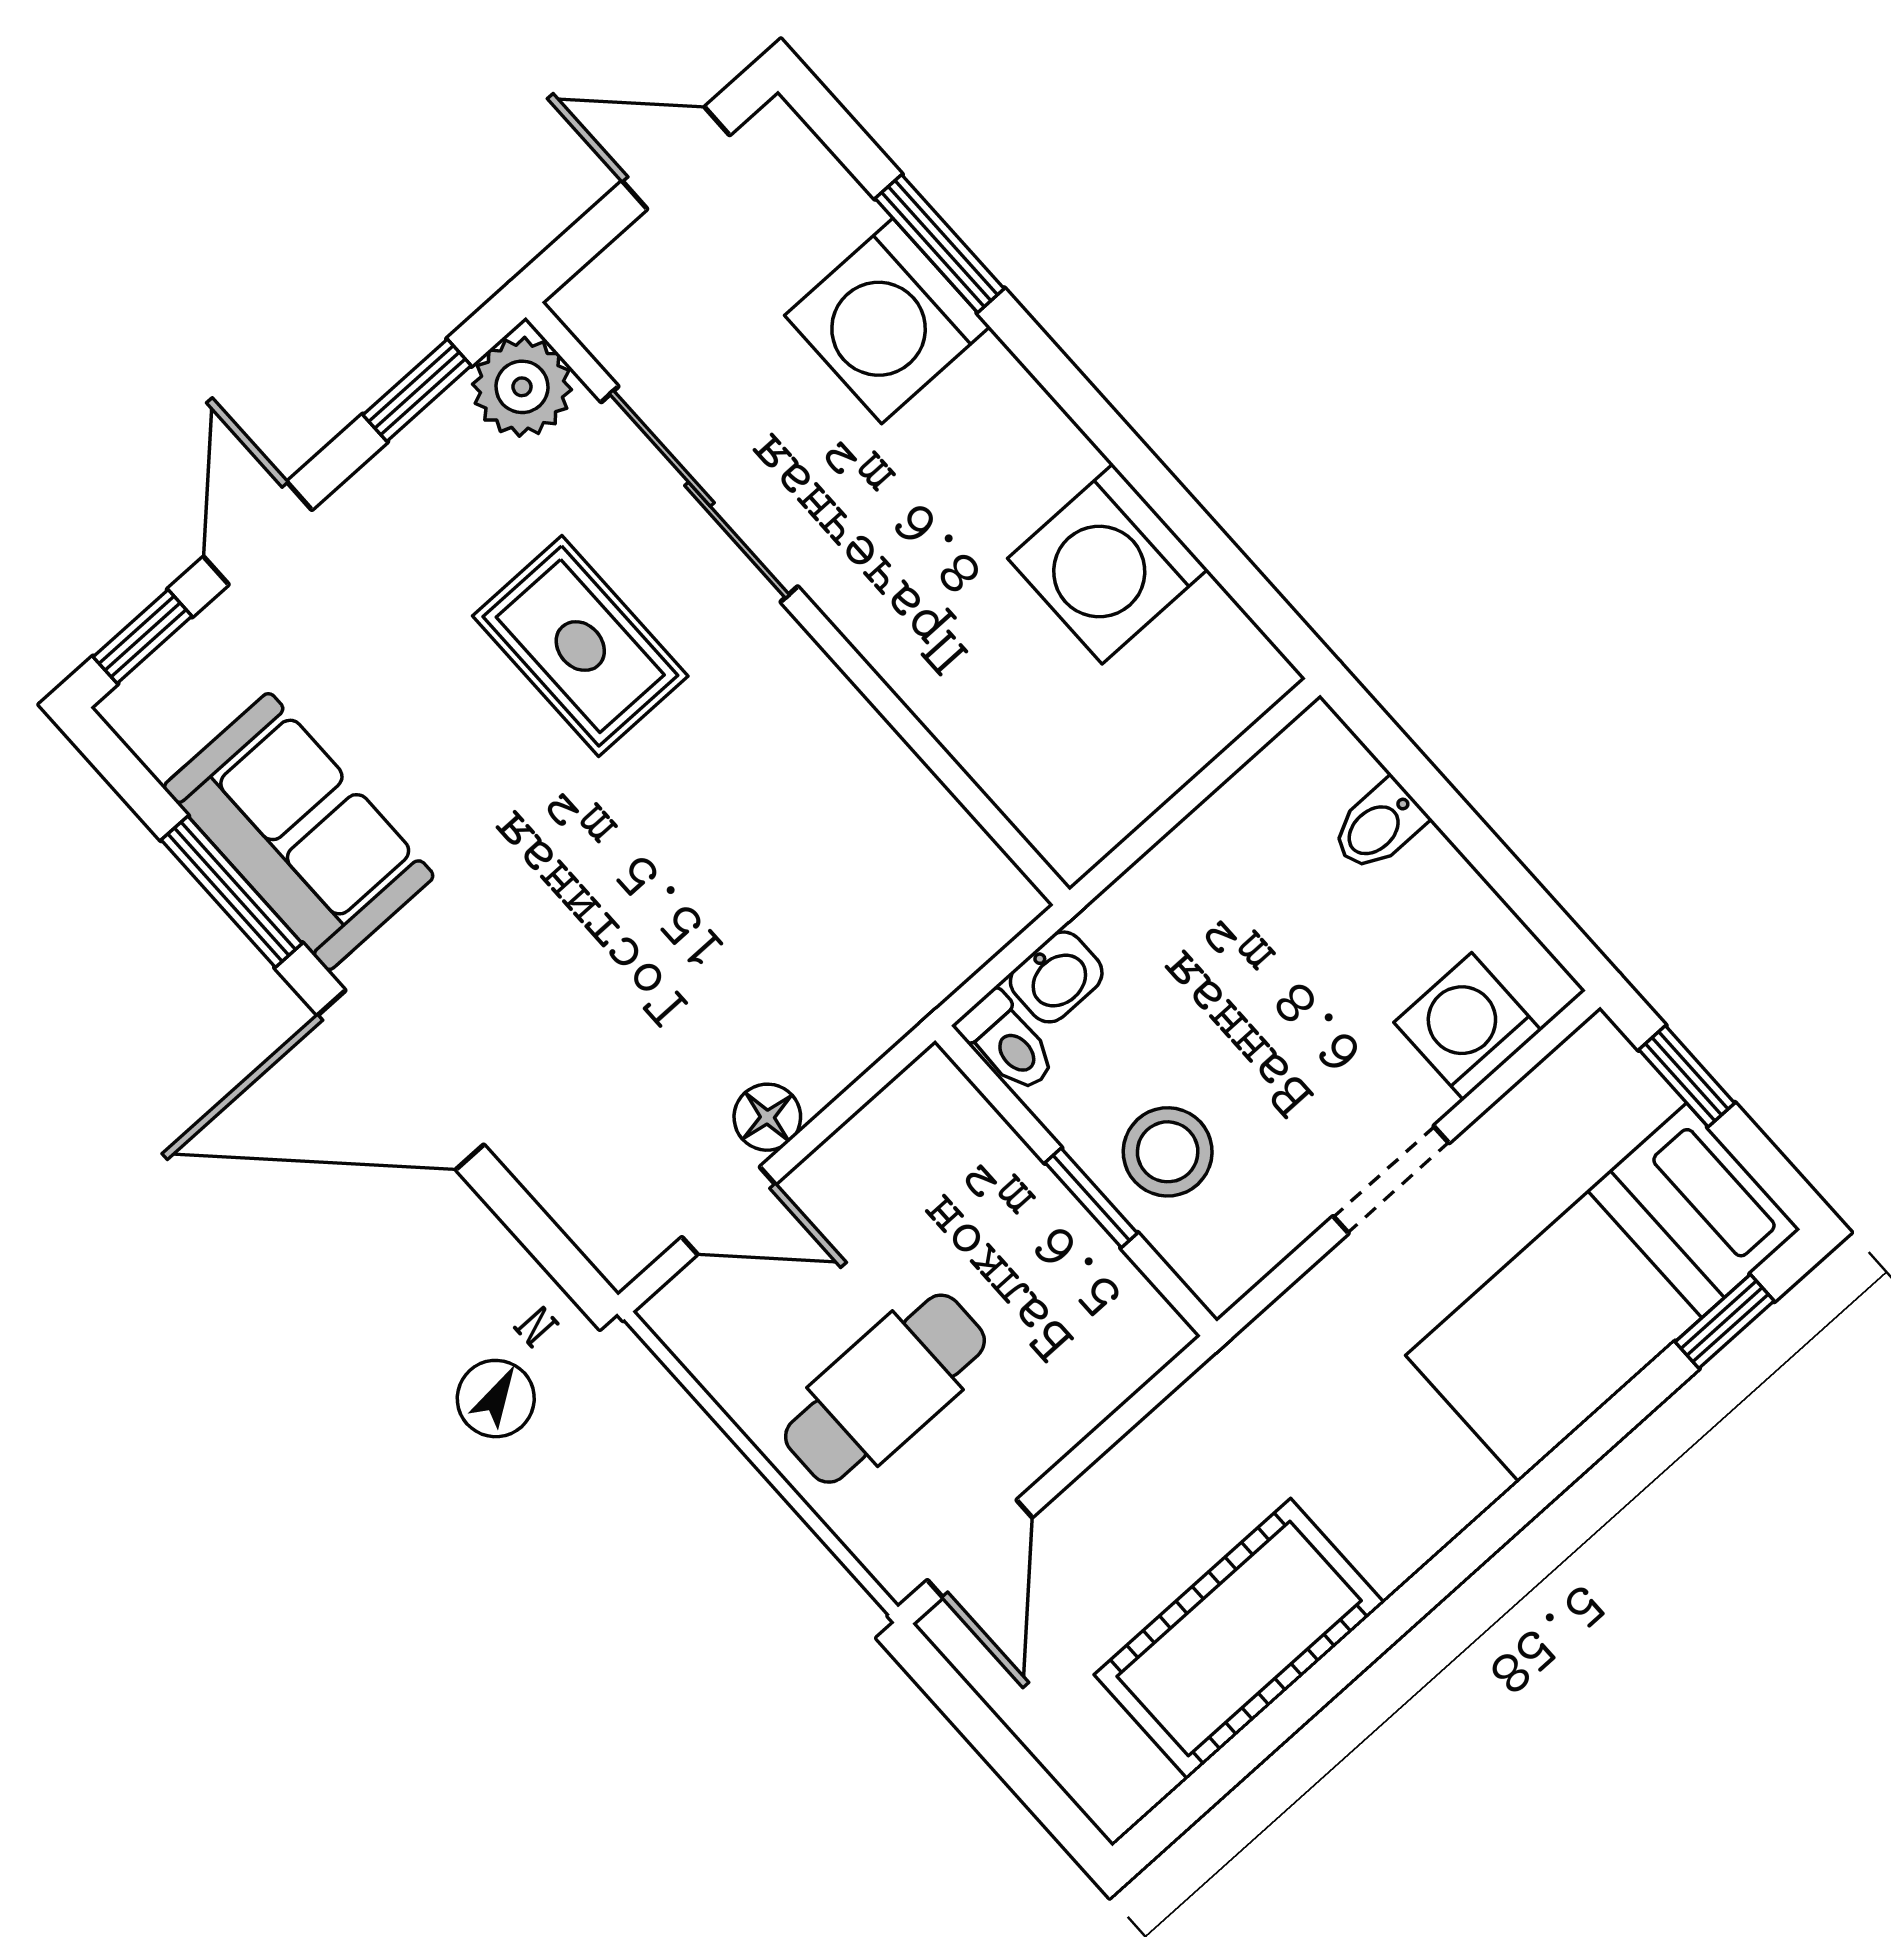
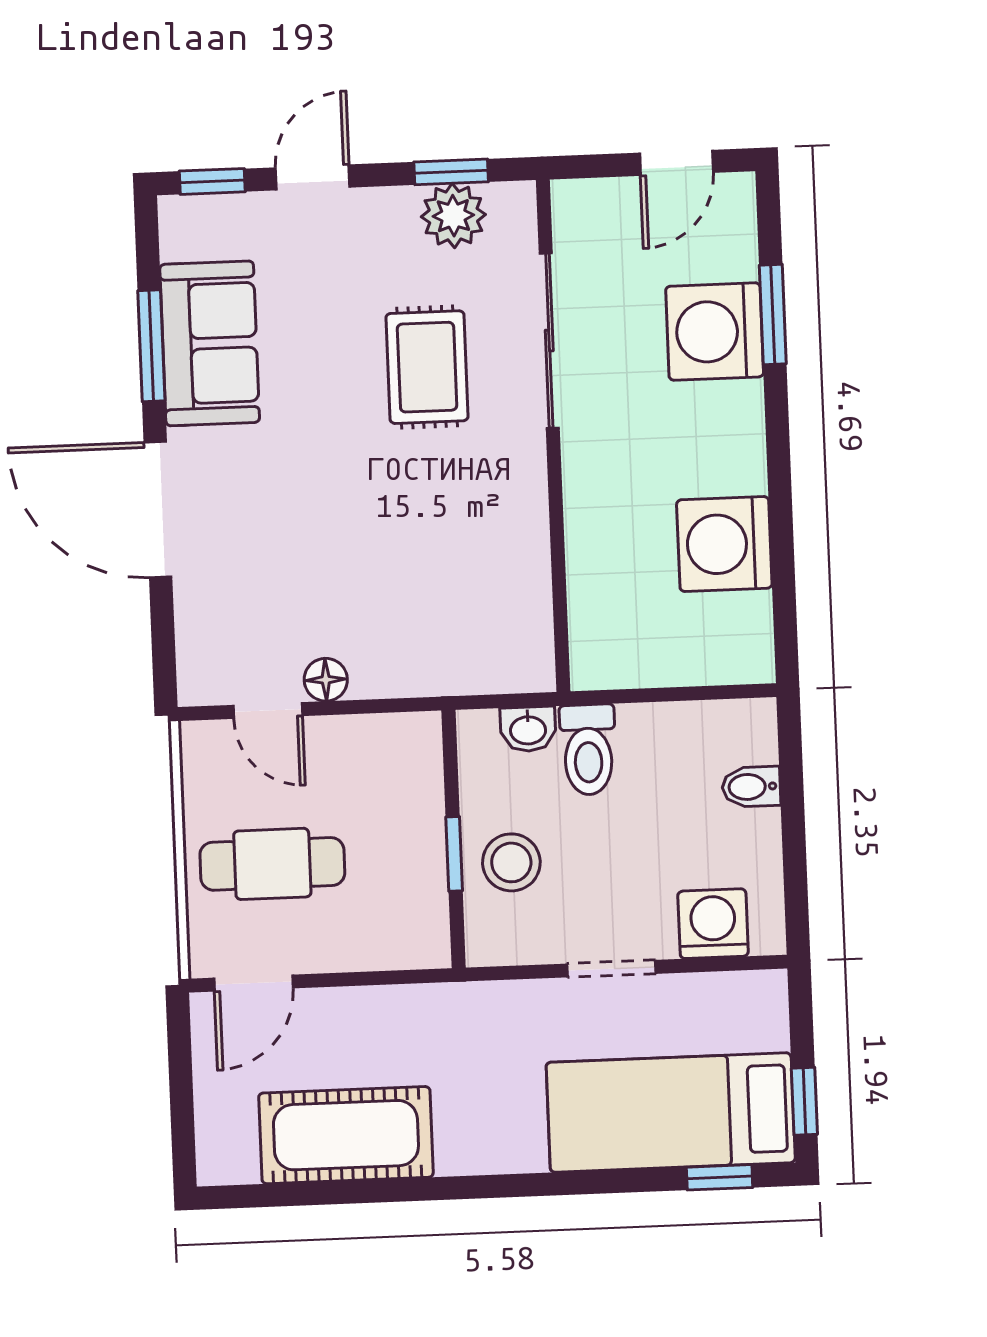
door: (676, 158) -> (676, 163), swing flipped
plant: (522, 387) -> (453, 216), moved
toilet: (1007, 1042) -> (588, 750), moved, width x1.37, depth x1.39
window: (1687, 1076) -> (804, 1101), moved

